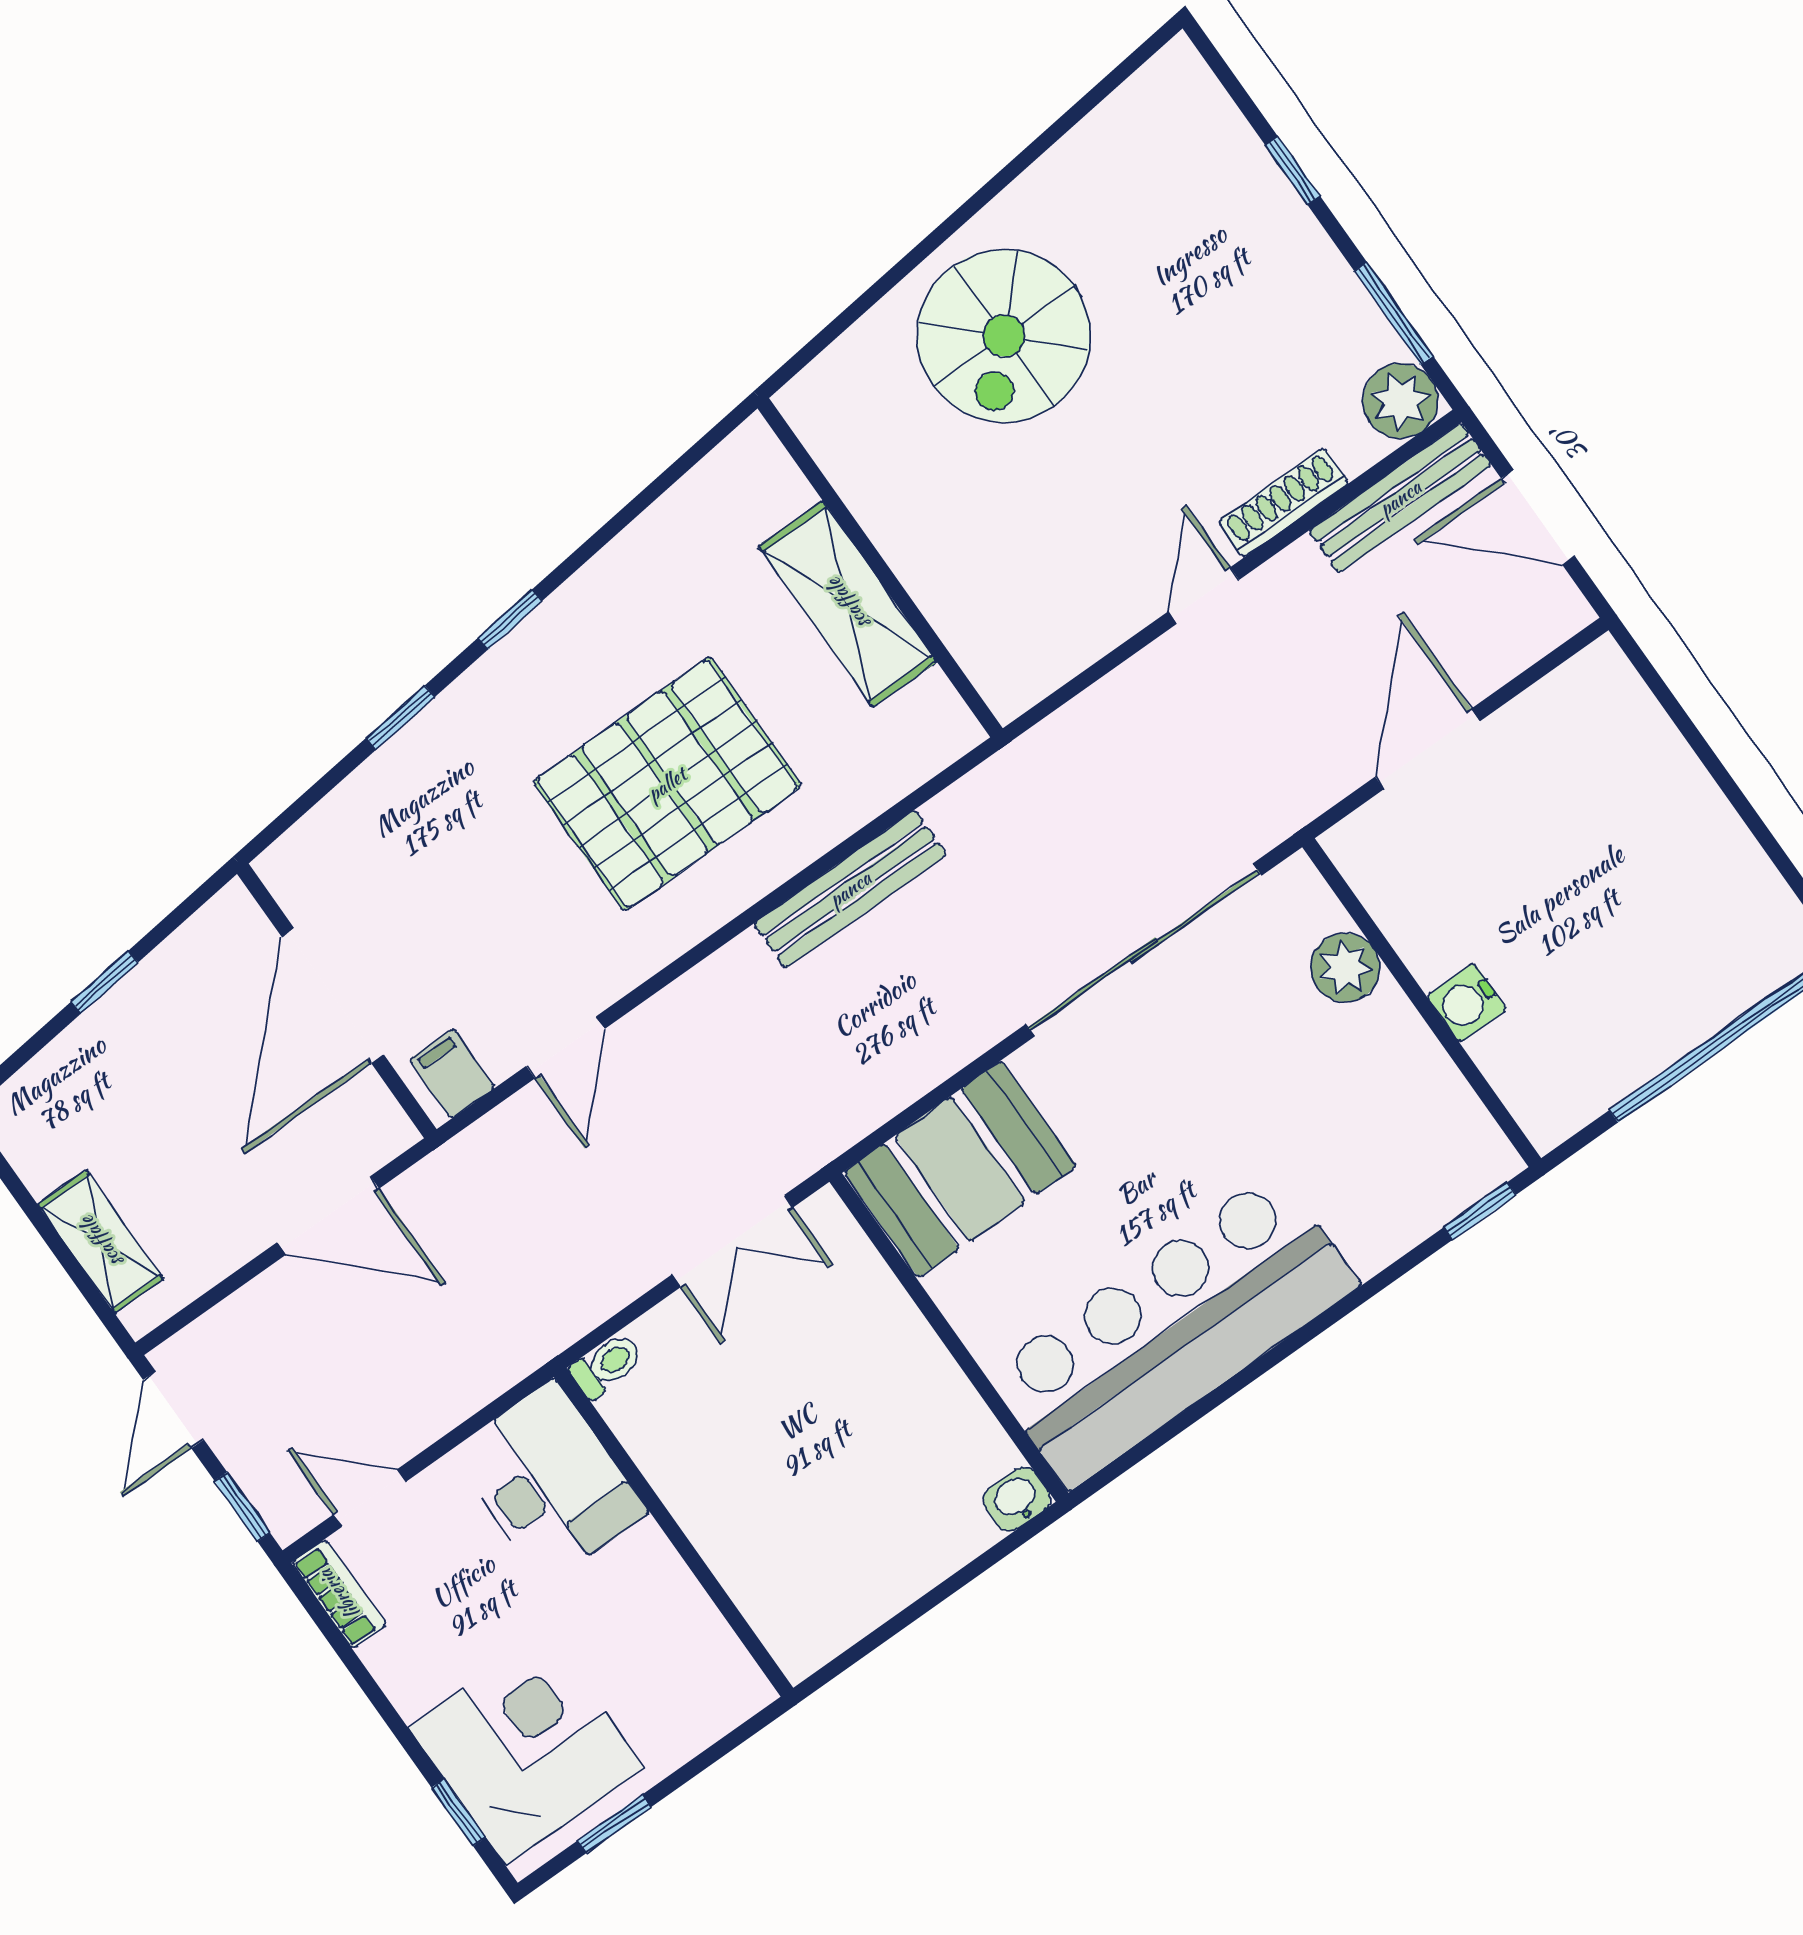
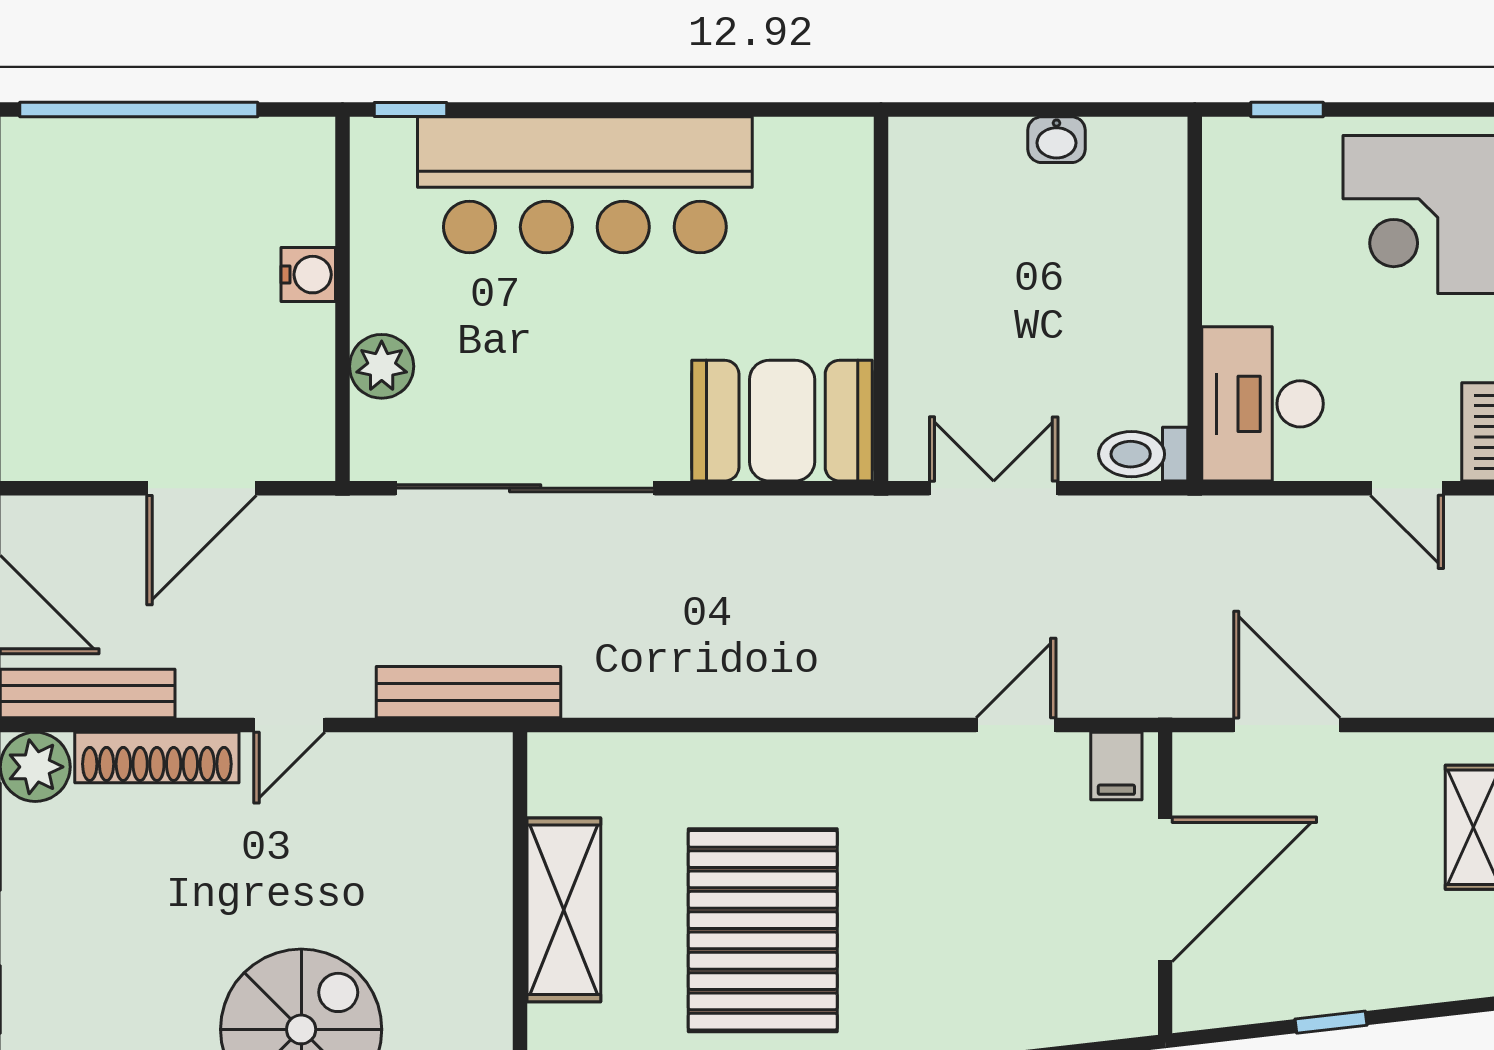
shoe rack: (1284, 503) -> (157, 757), width x1.36, depth x1.24
pallet: (667, 784) -> (763, 930), moved, turned 90
bench: (850, 889) -> (469, 692), moved
bar counter: (1173, 1329) -> (585, 185), moved
toilet: (607, 1365) -> (1143, 454), width x1.37, depth x1.39
washbasin: (1017, 1499) -> (1057, 140), moved
window: (614, 1824) -> (1287, 109), moved

